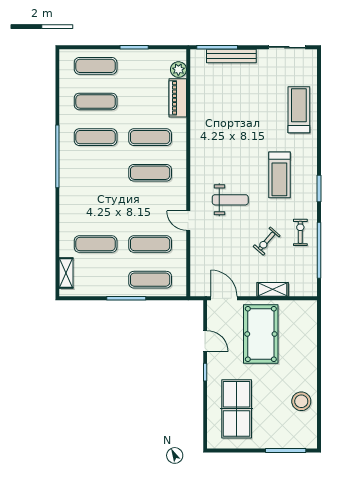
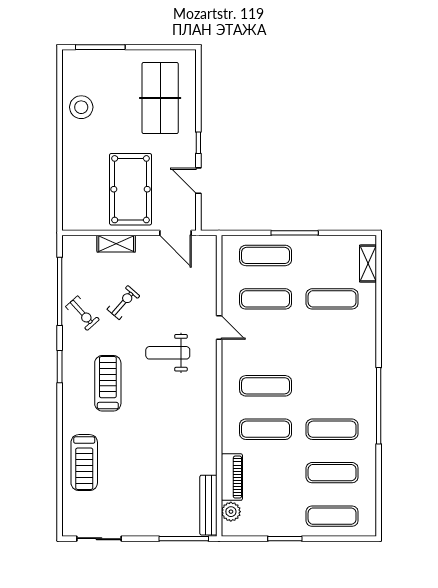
bench: (231, 56) -> (208, 505), moved, turned 90
exercise bike: (300, 232) -> (82, 313), turned -42

